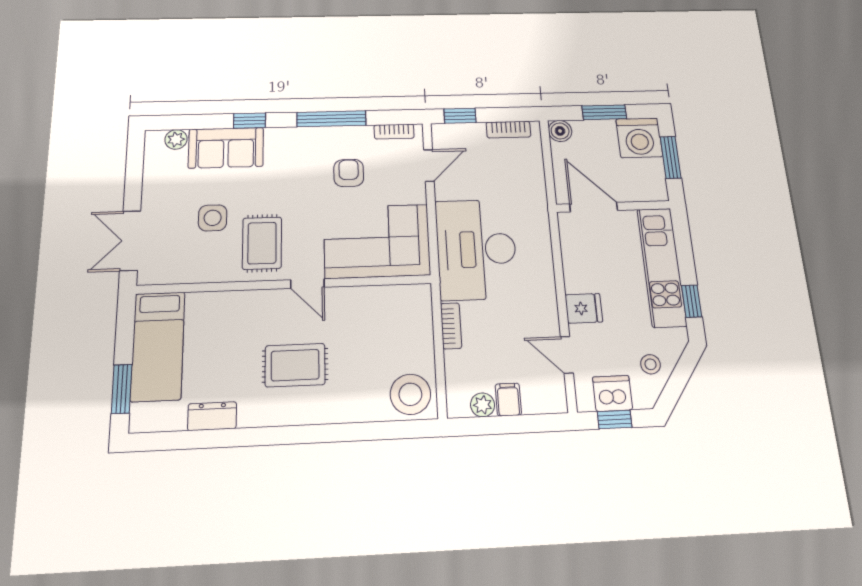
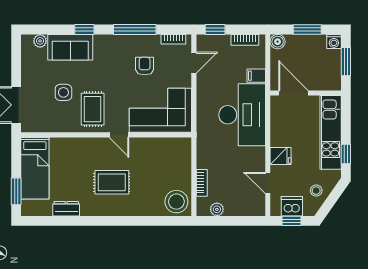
washing machine: (639, 138) -> (334, 41), width x0.53, depth x0.53
desk: (476, 249) -> (242, 115), moved, turned 180
bookcase: (451, 326) -> (202, 183), moved
filing cabinet: (508, 400) -> (256, 76), moved, turned -90

